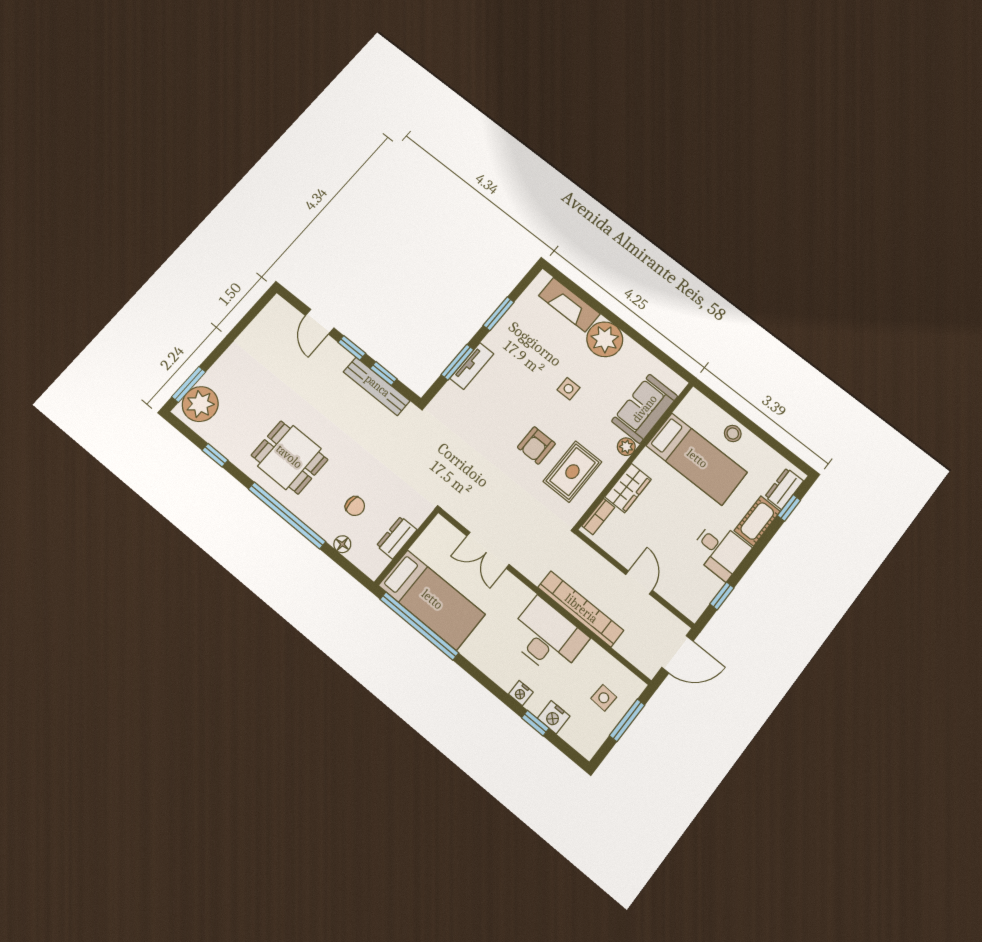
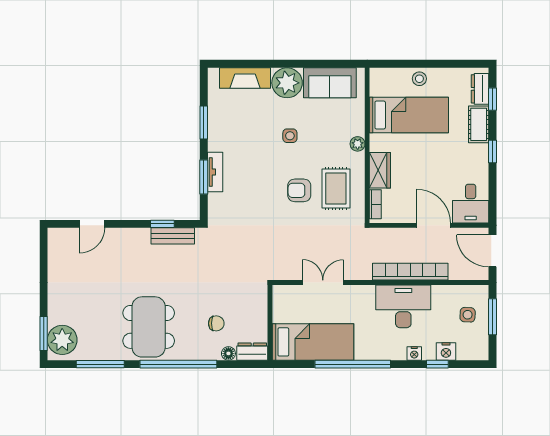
door: (320, 322) -> (92, 224), hinge flipped
window: (352, 348) -> (128, 224), removed
bench: (377, 386) -> (173, 236), width x0.73
sofa: (645, 409) -> (330, 83), moved, turned -90
armchair: (536, 445) -> (299, 190), turned 90
window: (215, 455) -> (100, 364), width x2.17
dining table: (289, 457) -> (149, 327), width x1.38
dresser: (397, 538) -> (252, 352), moved, turned 90
double door: (488, 550) -> (323, 283), swing flipped
desk: (720, 550) -> (471, 204), moved, turned 90
door: (639, 582) -> (434, 225), width x1.38
window: (722, 596) -> (493, 152), moved
window: (419, 626) -> (353, 364), moved
door: (677, 654) -> (493, 251), swing flipped

